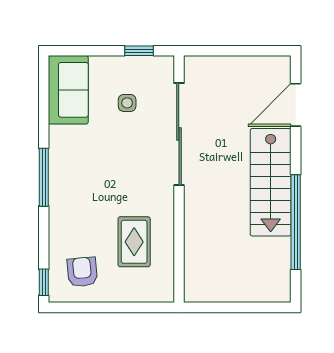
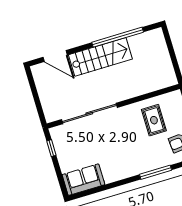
side table: (127, 103) -> (81, 146), removed
window: (44, 177) -> (156, 172), moved
rug: (134, 242) -> (154, 120), turned 90

